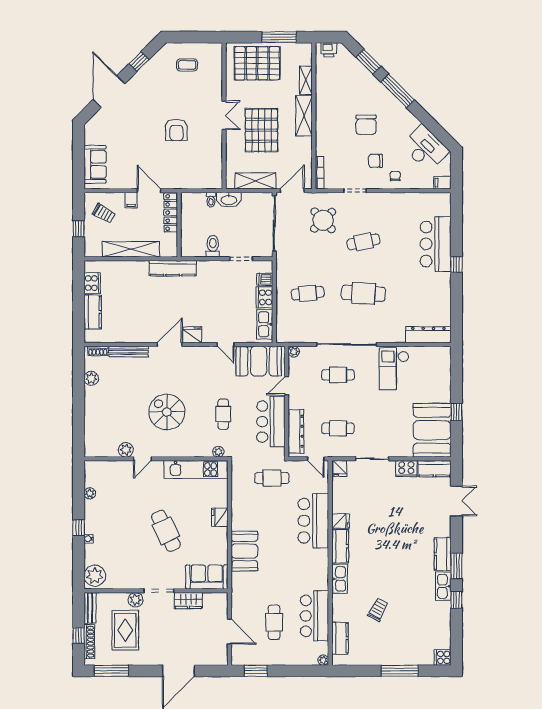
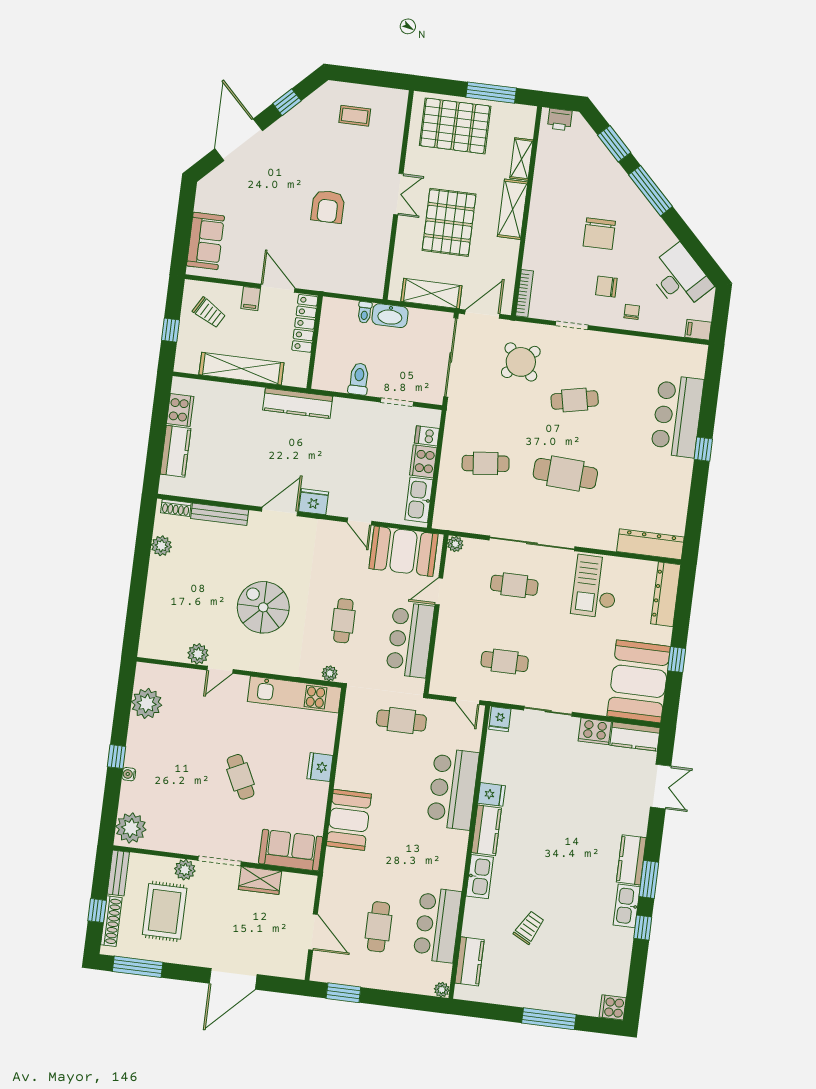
dresser: (296, 431) -> (666, 594), moved, turned 180
plant: (90, 493) -> (147, 703), width x1.88, depth x1.88
cafe table: (166, 531) -> (241, 777), width x0.73, depth x0.74

